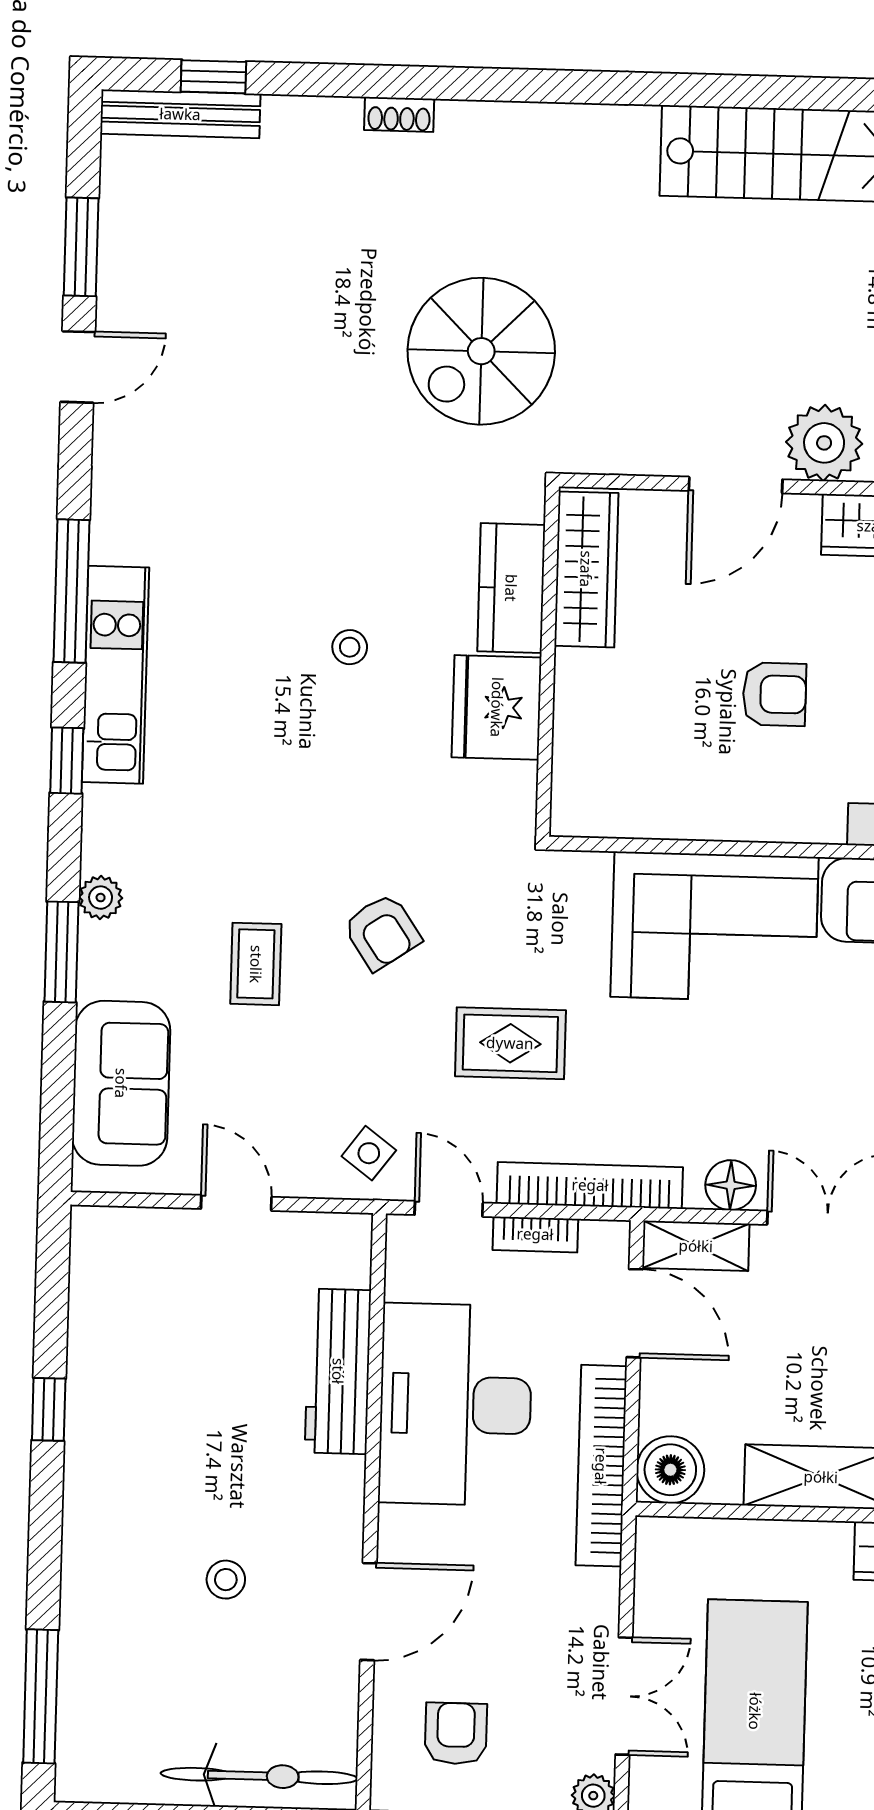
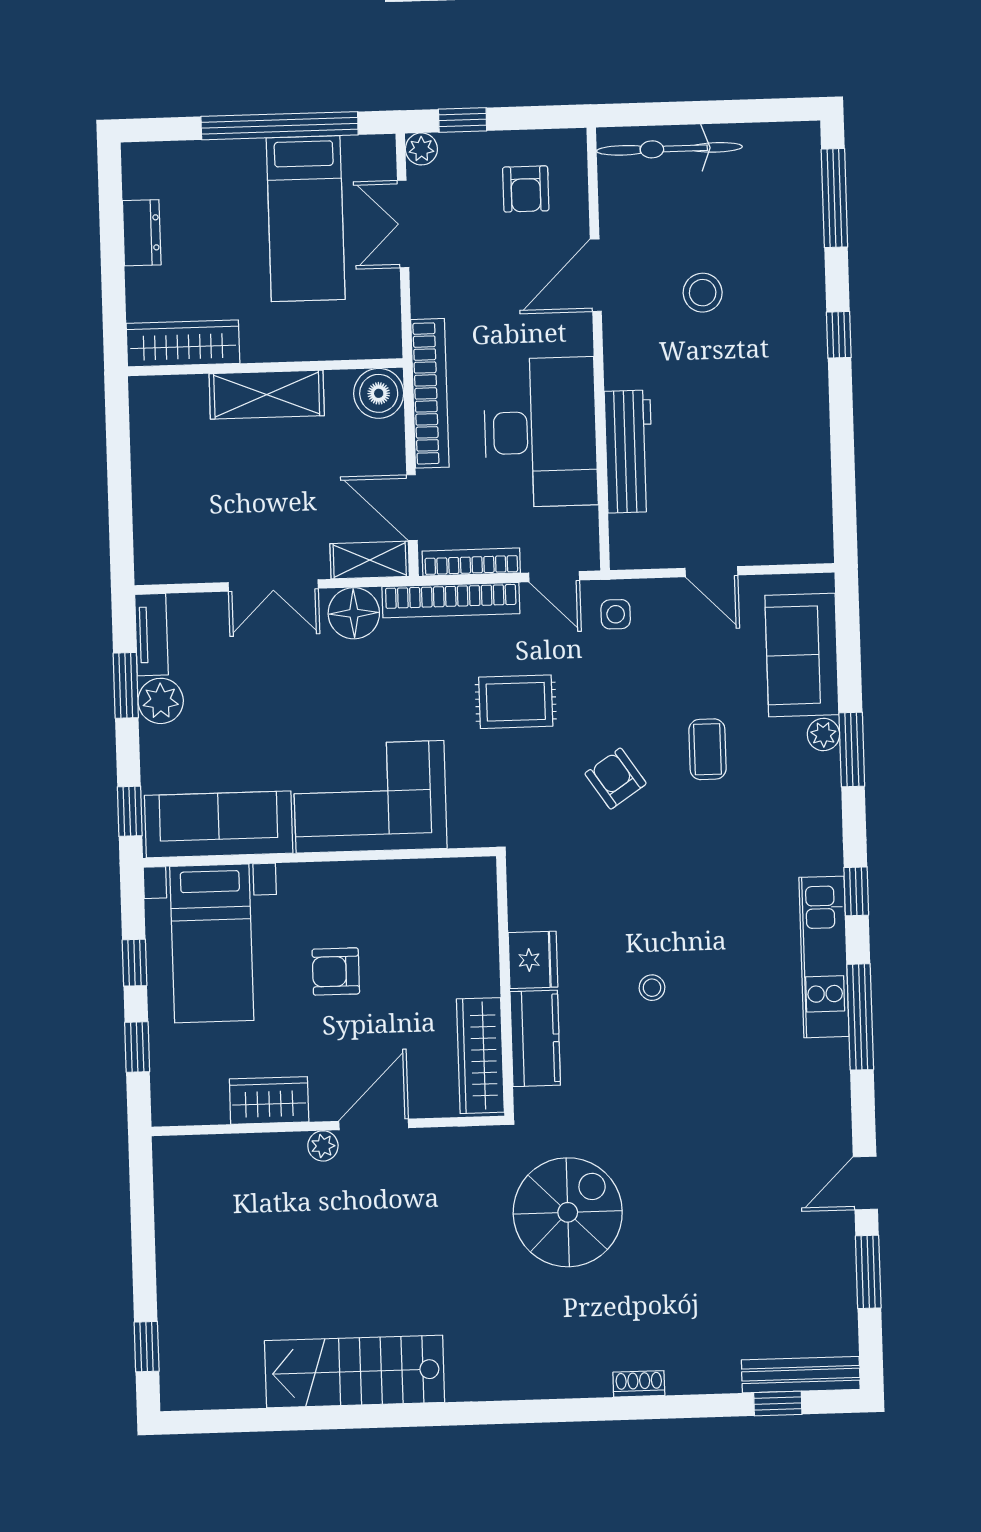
plant: (824, 443) -> (323, 1146), width x0.53, depth x0.53
fridge: (497, 707) -> (533, 960), width x0.73, depth x0.75
plant: (101, 898) -> (823, 734), moved
side table: (369, 1153) -> (616, 614), turned -37
floor lamp: (731, 1185) -> (354, 613), width x1.38, depth x1.38
bookcase: (535, 1234) -> (471, 562), width x1.56
window: (49, 1409) -> (839, 335), moved
stool: (226, 1580) -> (703, 293), width x1.37, depth x1.37

